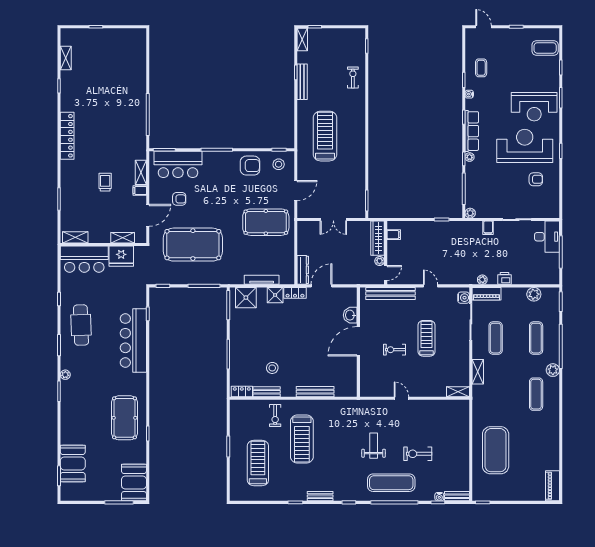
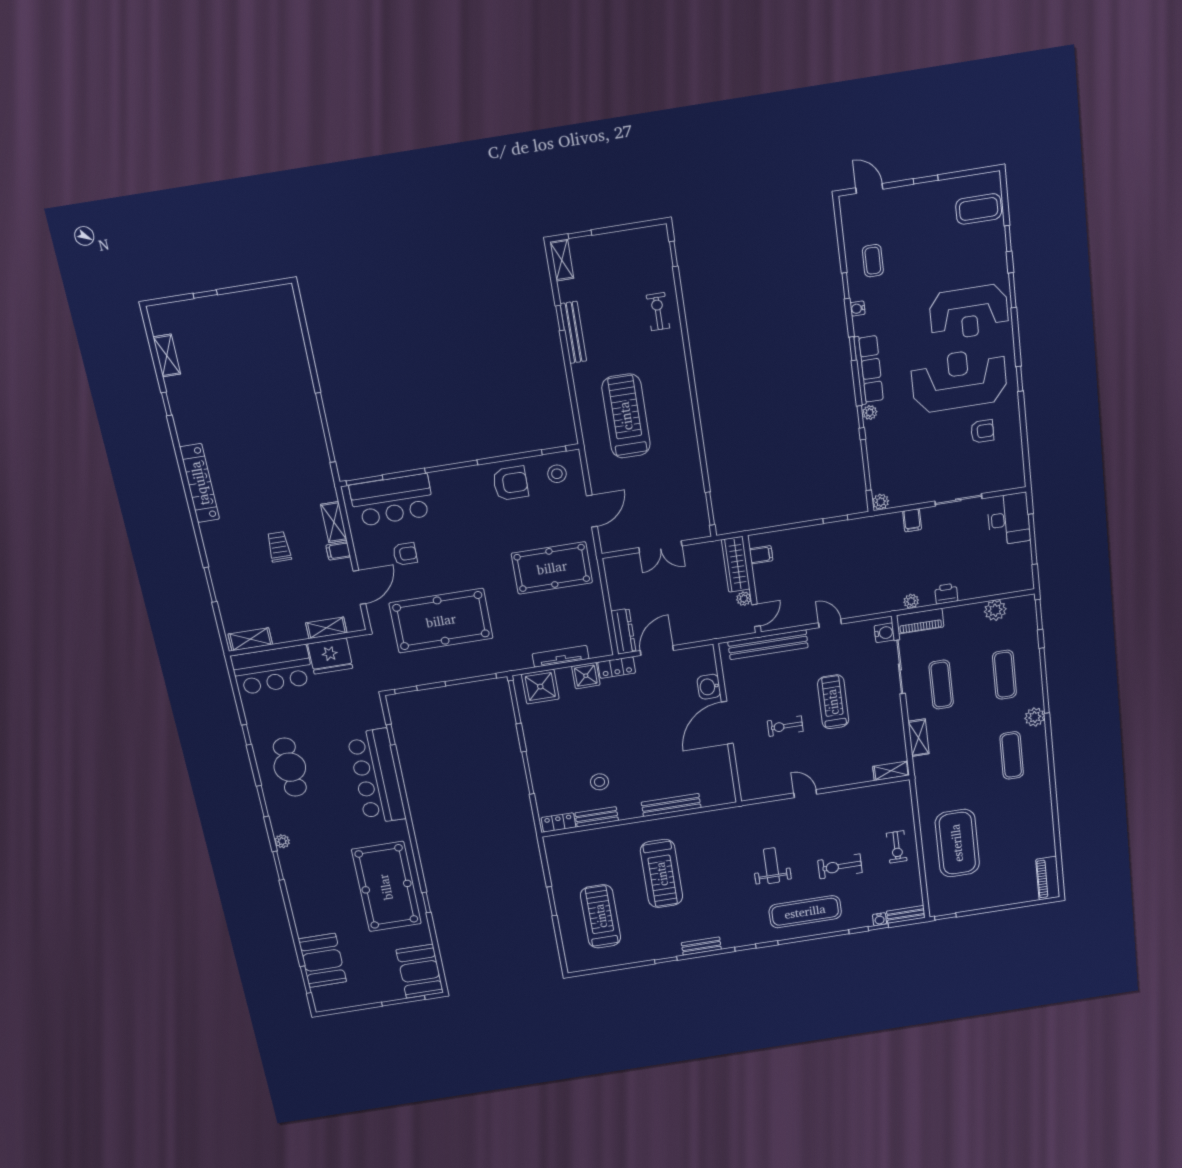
exercise bike: (275, 416) -> (897, 847), moved
pool table: (124, 418) -> (386, 887), width x1.36, depth x1.32

